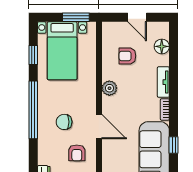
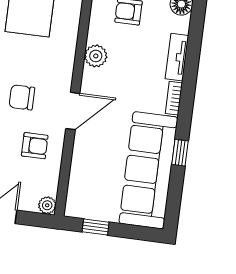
door: (99, 127) -> (73, 111), hinge flipped
armchair: (77, 153) -> (35, 146), turned -90

